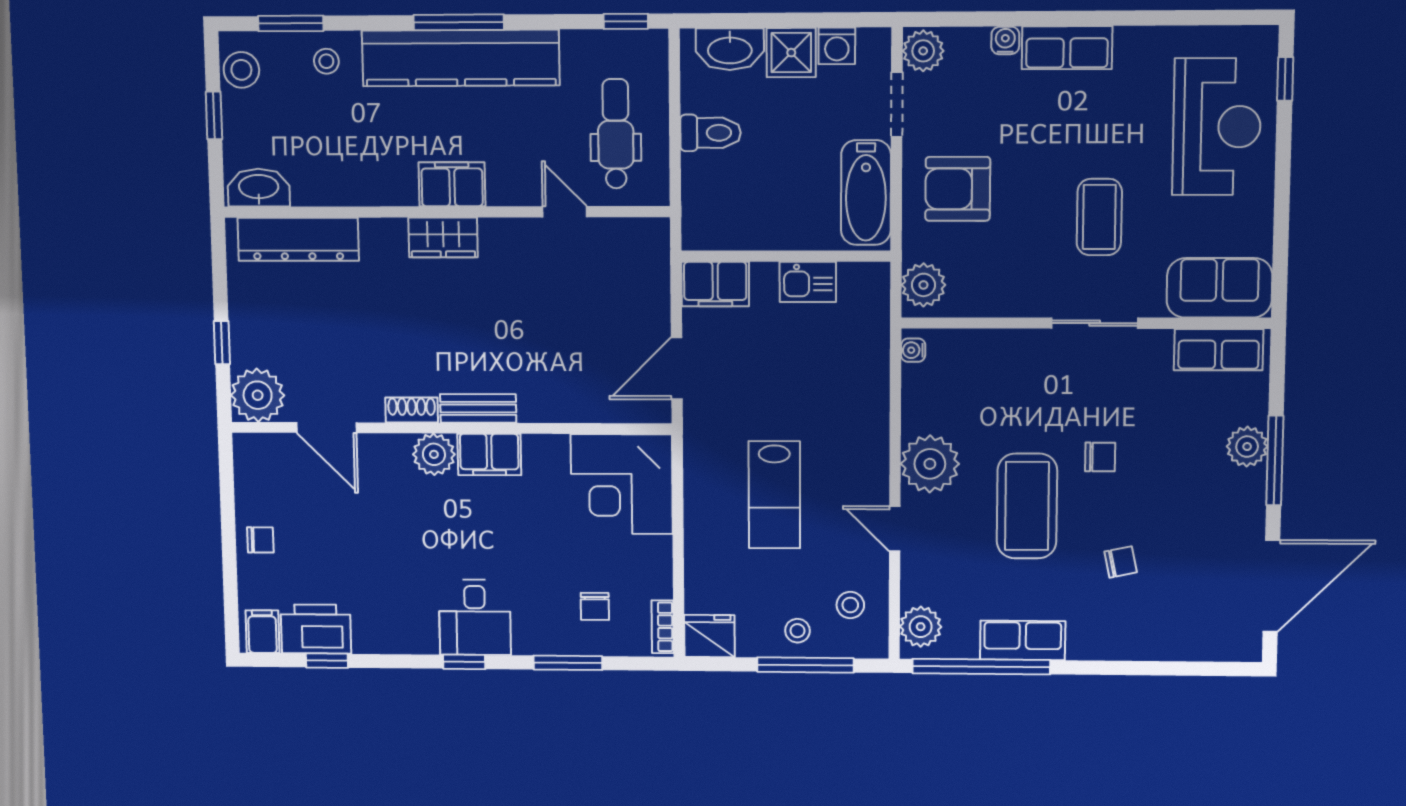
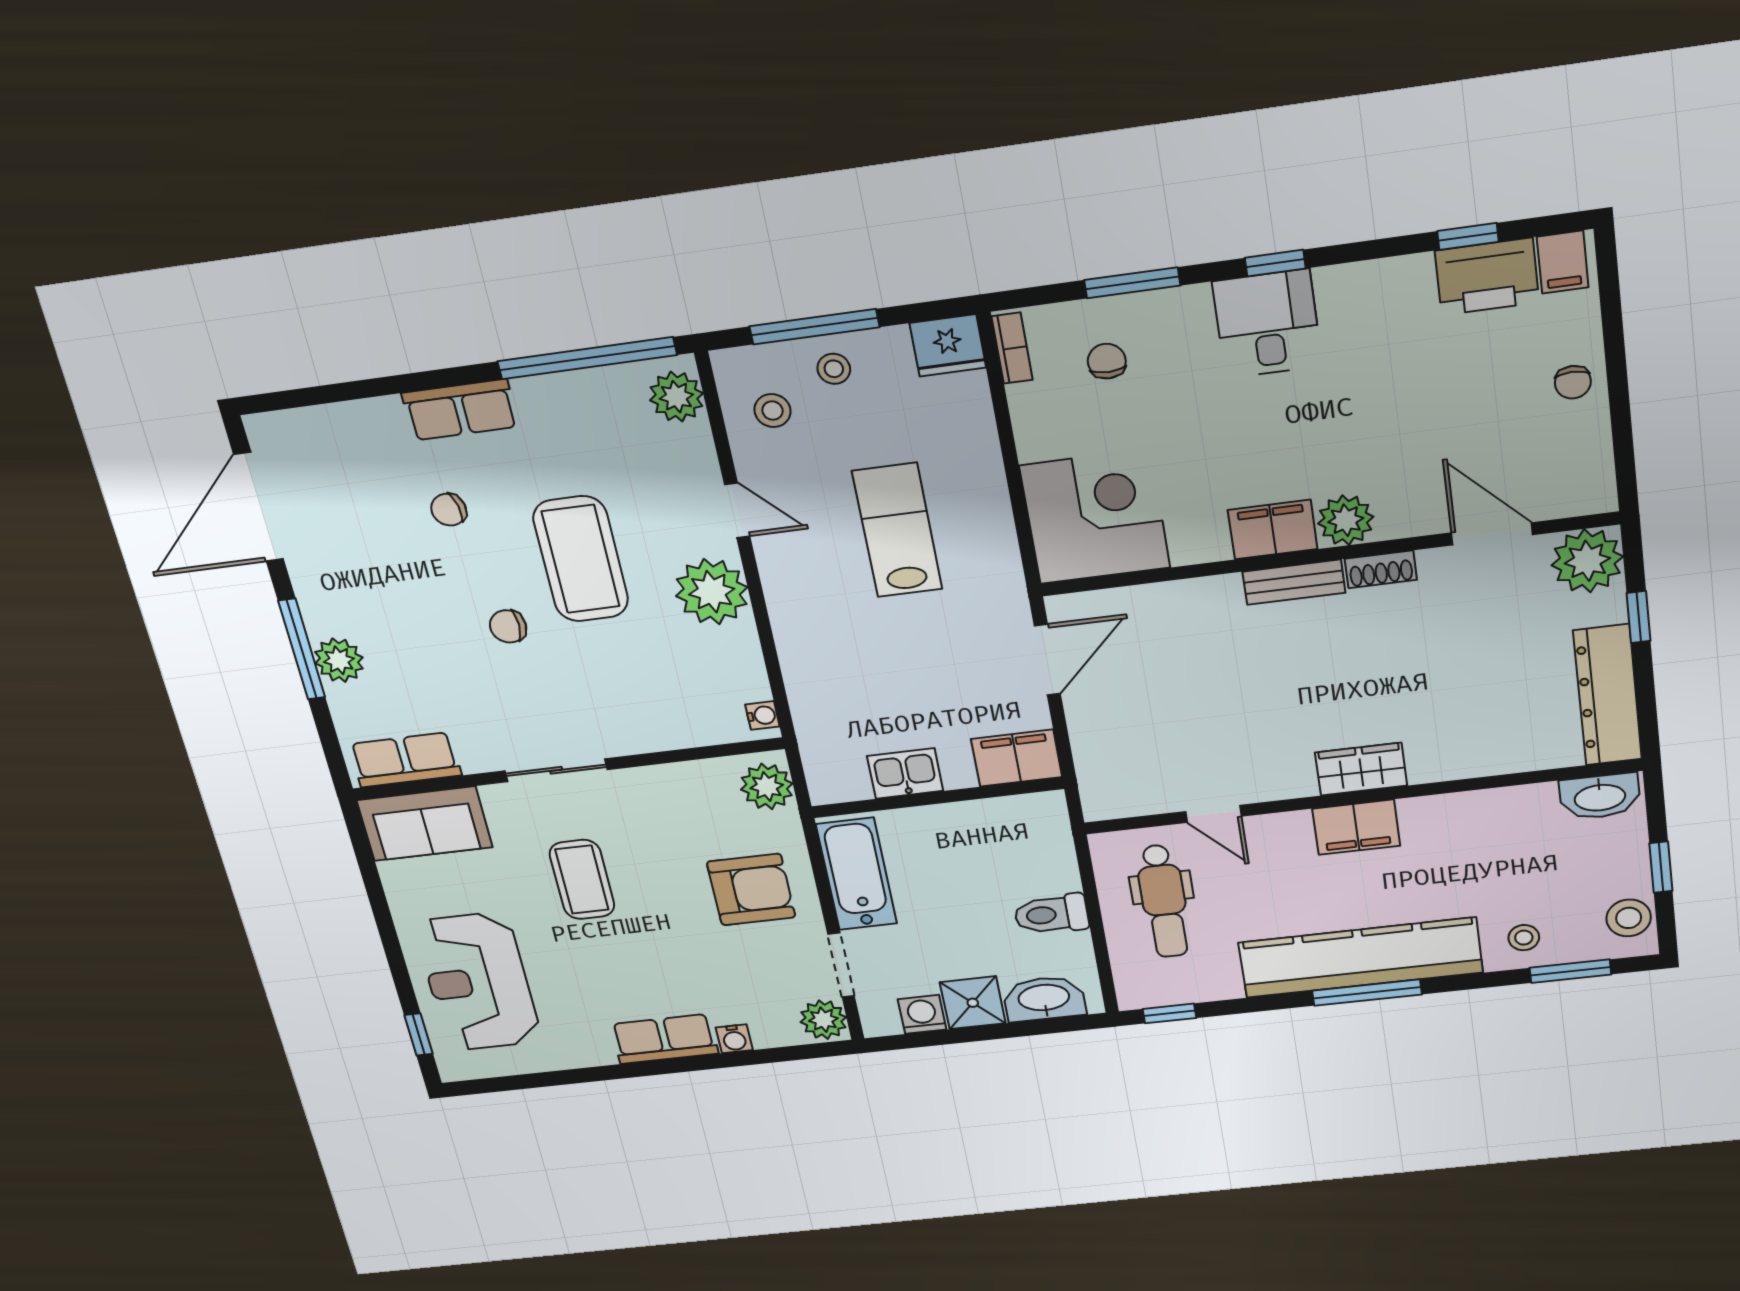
dresser: (298, 239) -> (1608, 695), moved, turned -90
chair: (260, 540) -> (1573, 382), turned -90
row of seats: (1023, 640) -> (460, 410), moved

